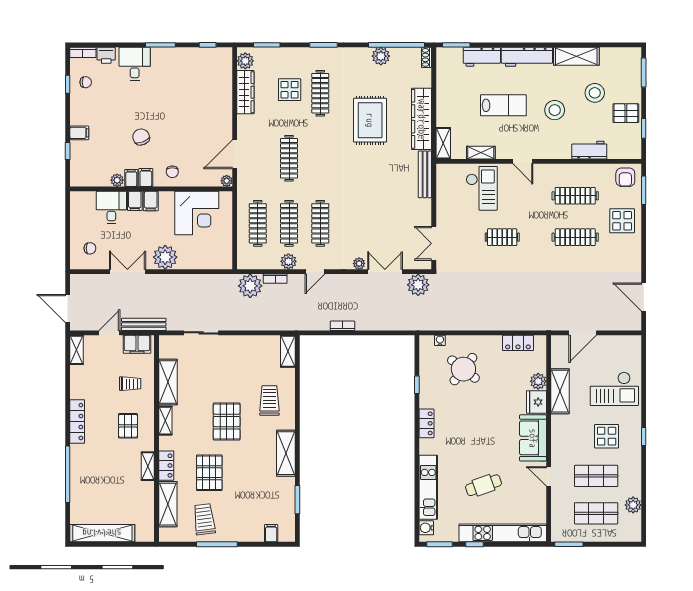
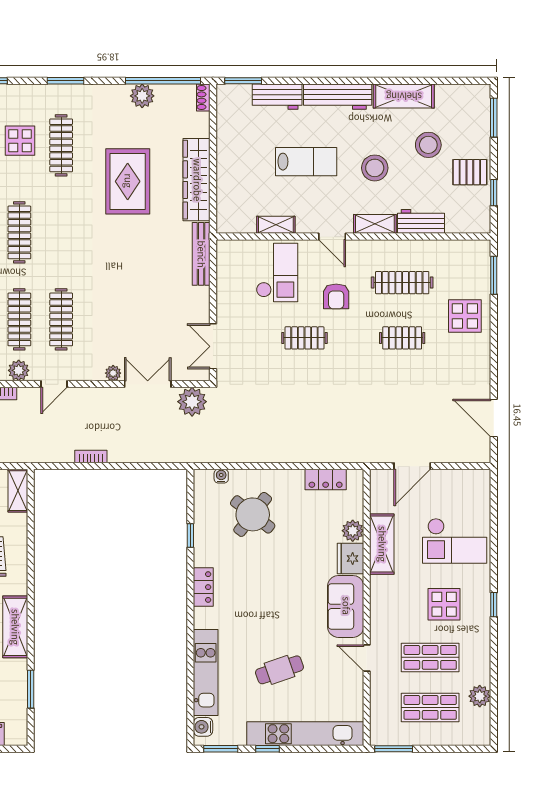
shelving: (443, 143) -> (375, 224), moved, turned 90
armchair: (625, 177) -> (336, 296), moved
clothes rail: (575, 237) -> (402, 338), width x0.73

